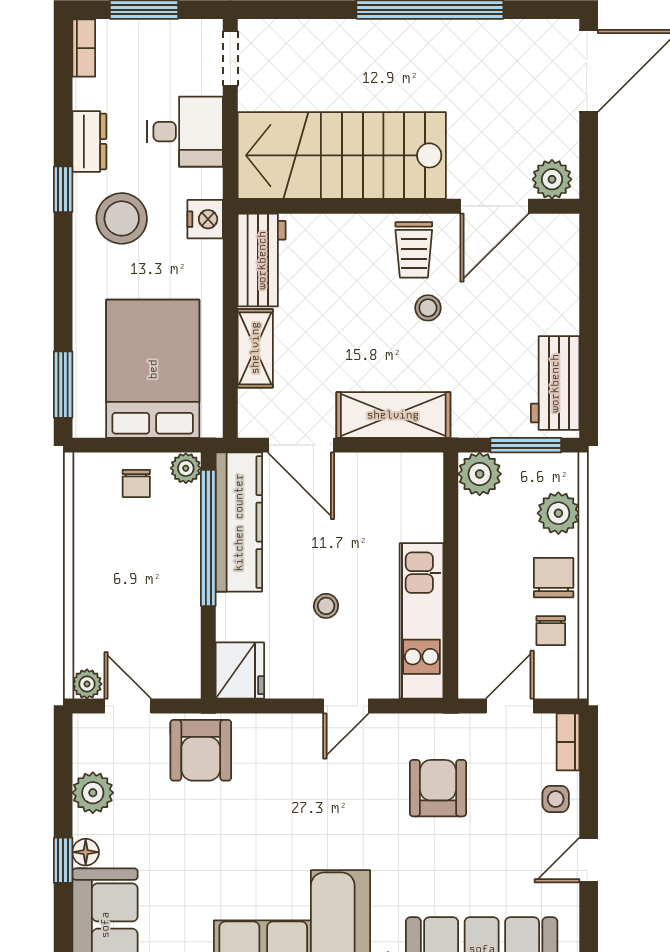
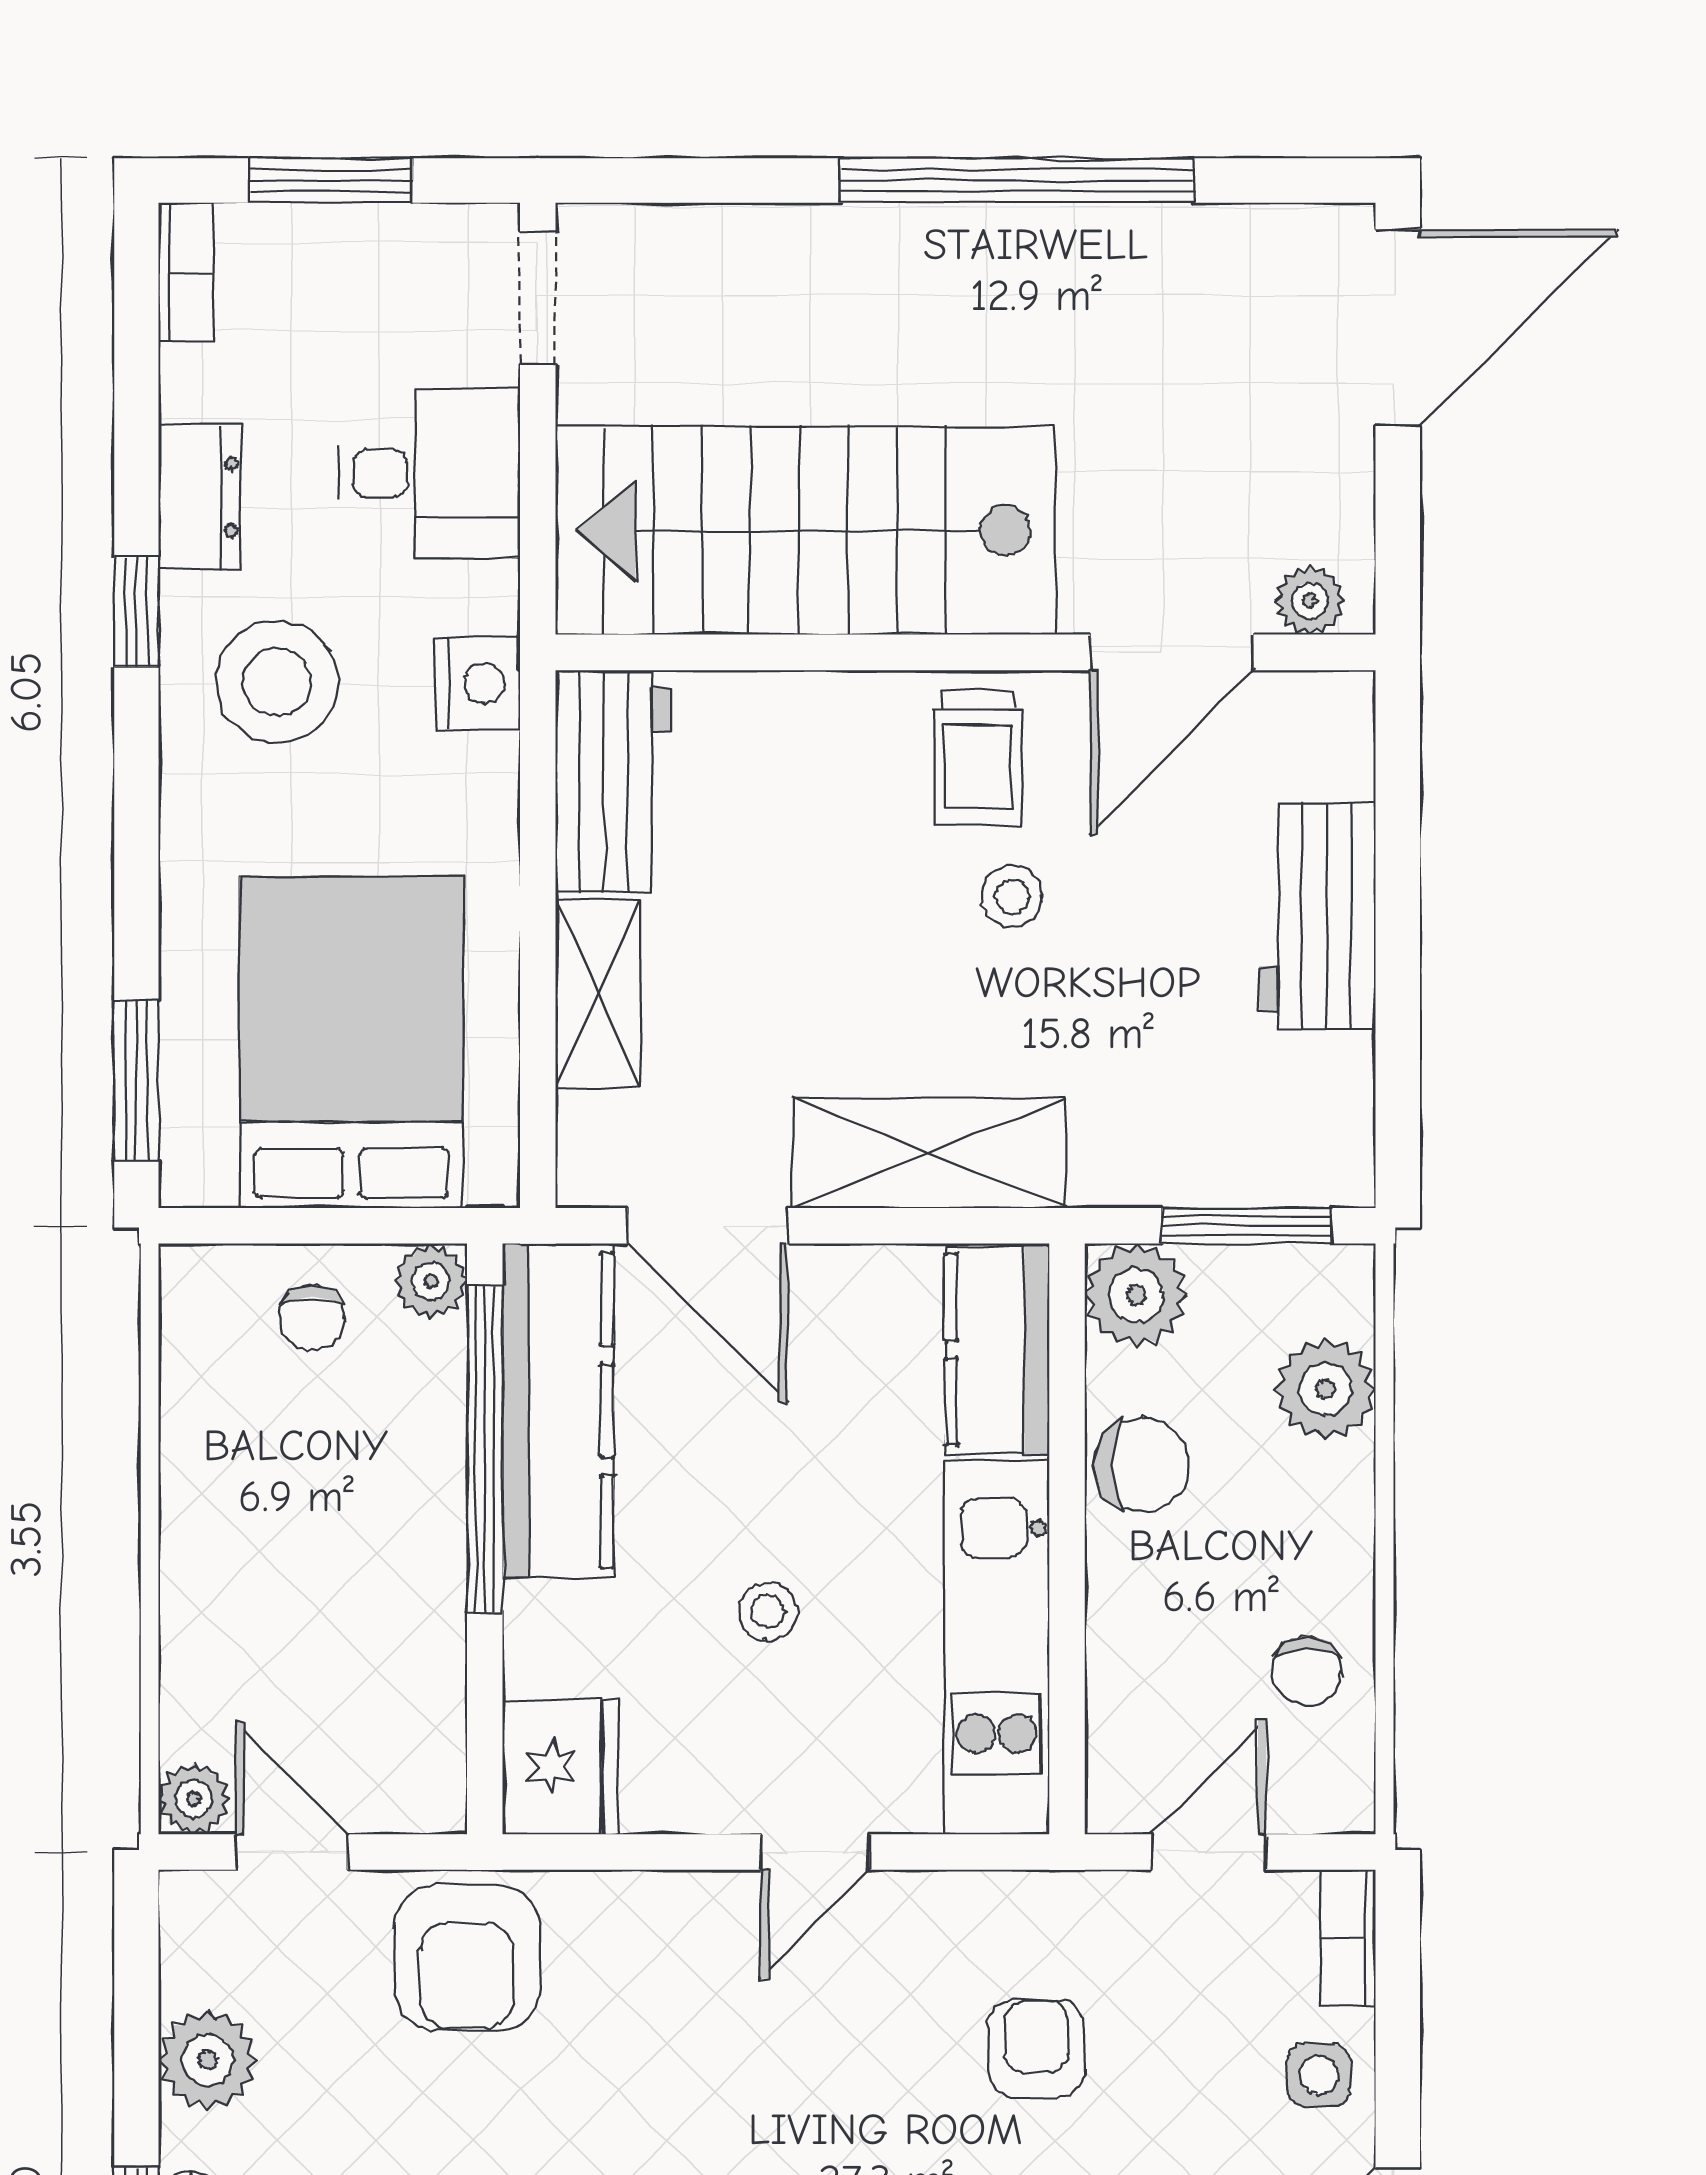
plant: (552, 179) -> (1310, 601), width x0.73, depth x0.73
workbench: (555, 383) -> (1317, 917), moved
kitchen counter: (422, 497) -> (997, 1350), added
chair: (554, 578) -> (1142, 1465), moved, turned 90
armchair: (438, 788) -> (1036, 2049), width x0.72, depth x0.72

